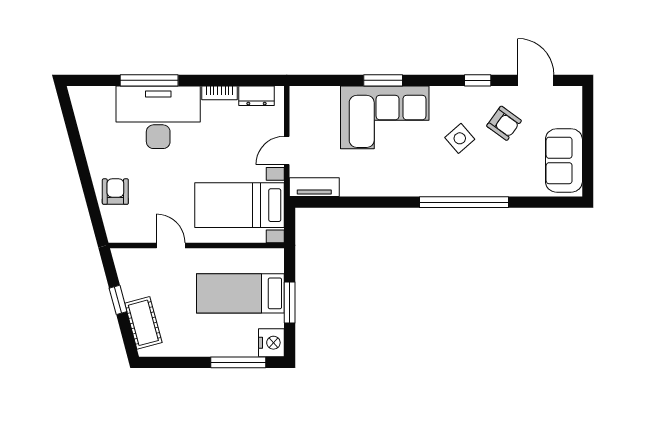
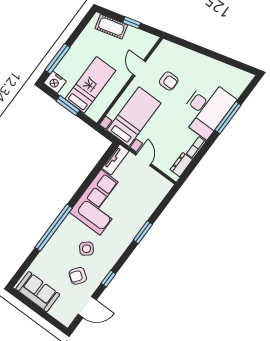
corner sofa: (385, 117) -> (101, 202), moved, turned 180
armchair: (115, 192) -> (169, 81), moved
door: (171, 245) -> (139, 68), swing flipped

